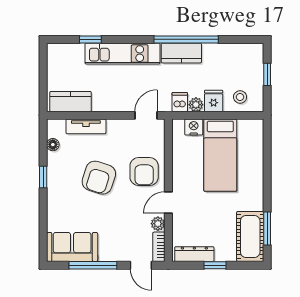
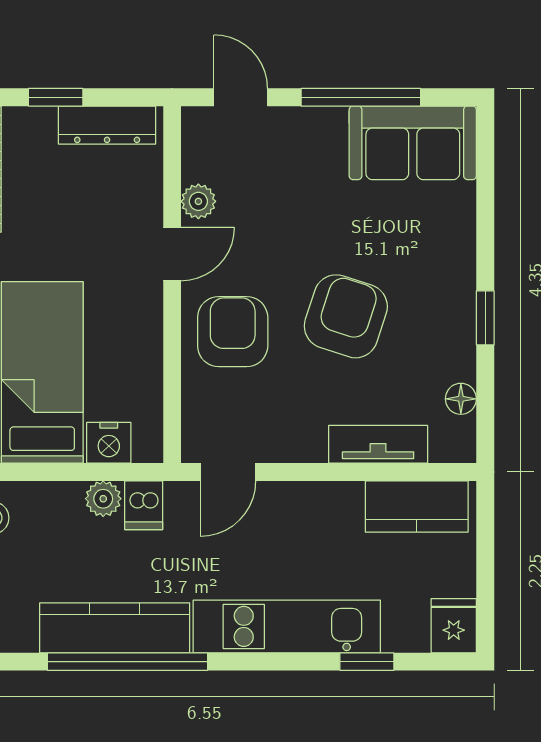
kitchen counter: (181, 53) -> (115, 628), width x1.50
fridge: (214, 101) -> (454, 626), moved, turned 180
bookcase: (159, 247) -> (196, 143), removed

